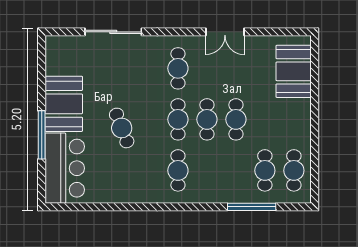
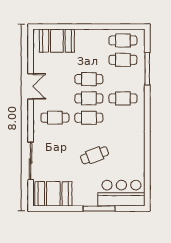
booth: (64, 104) -> (53, 194), moved
cafe table: (178, 170) -> (123, 98), moved

